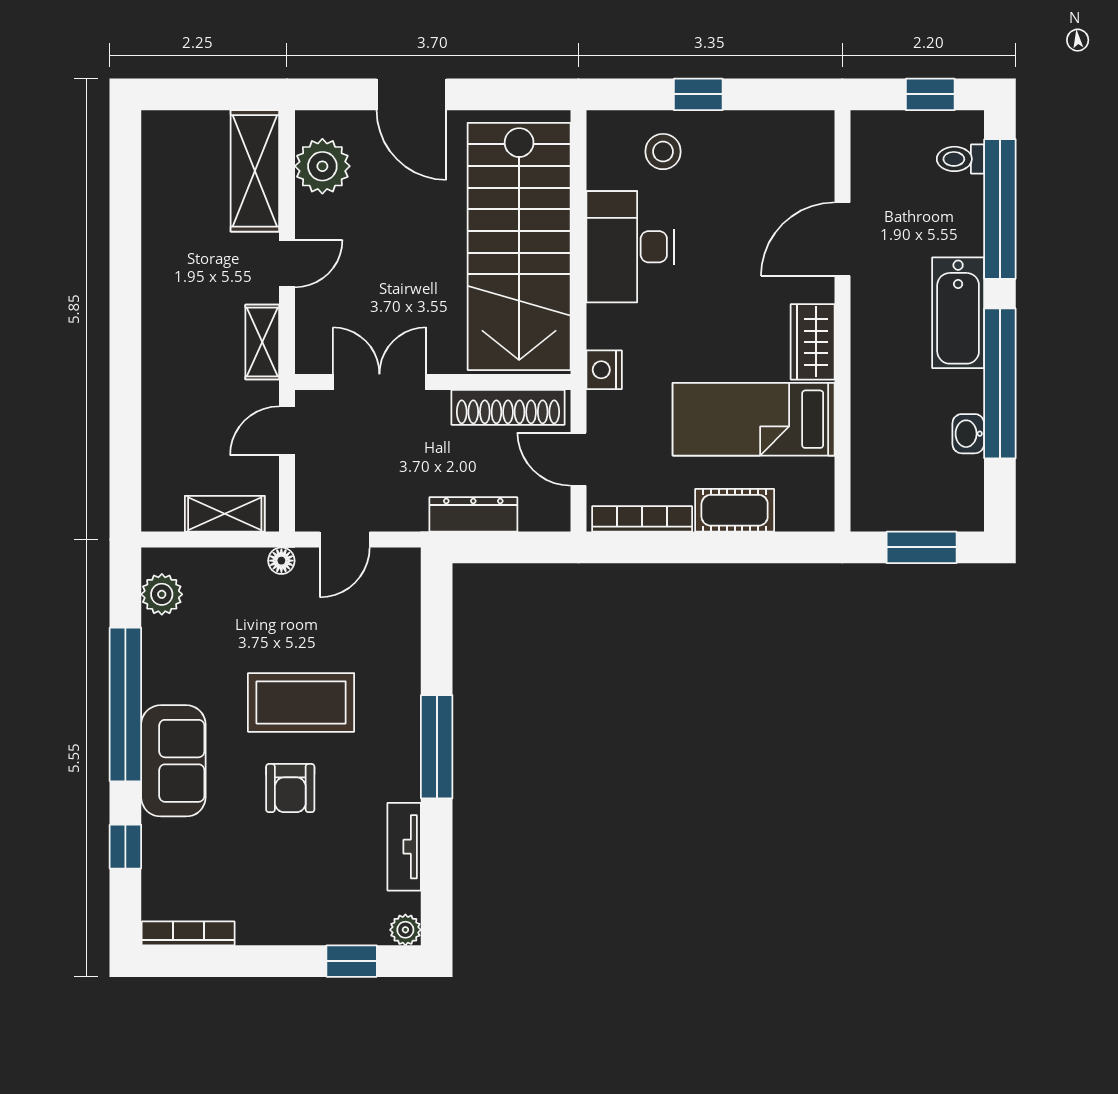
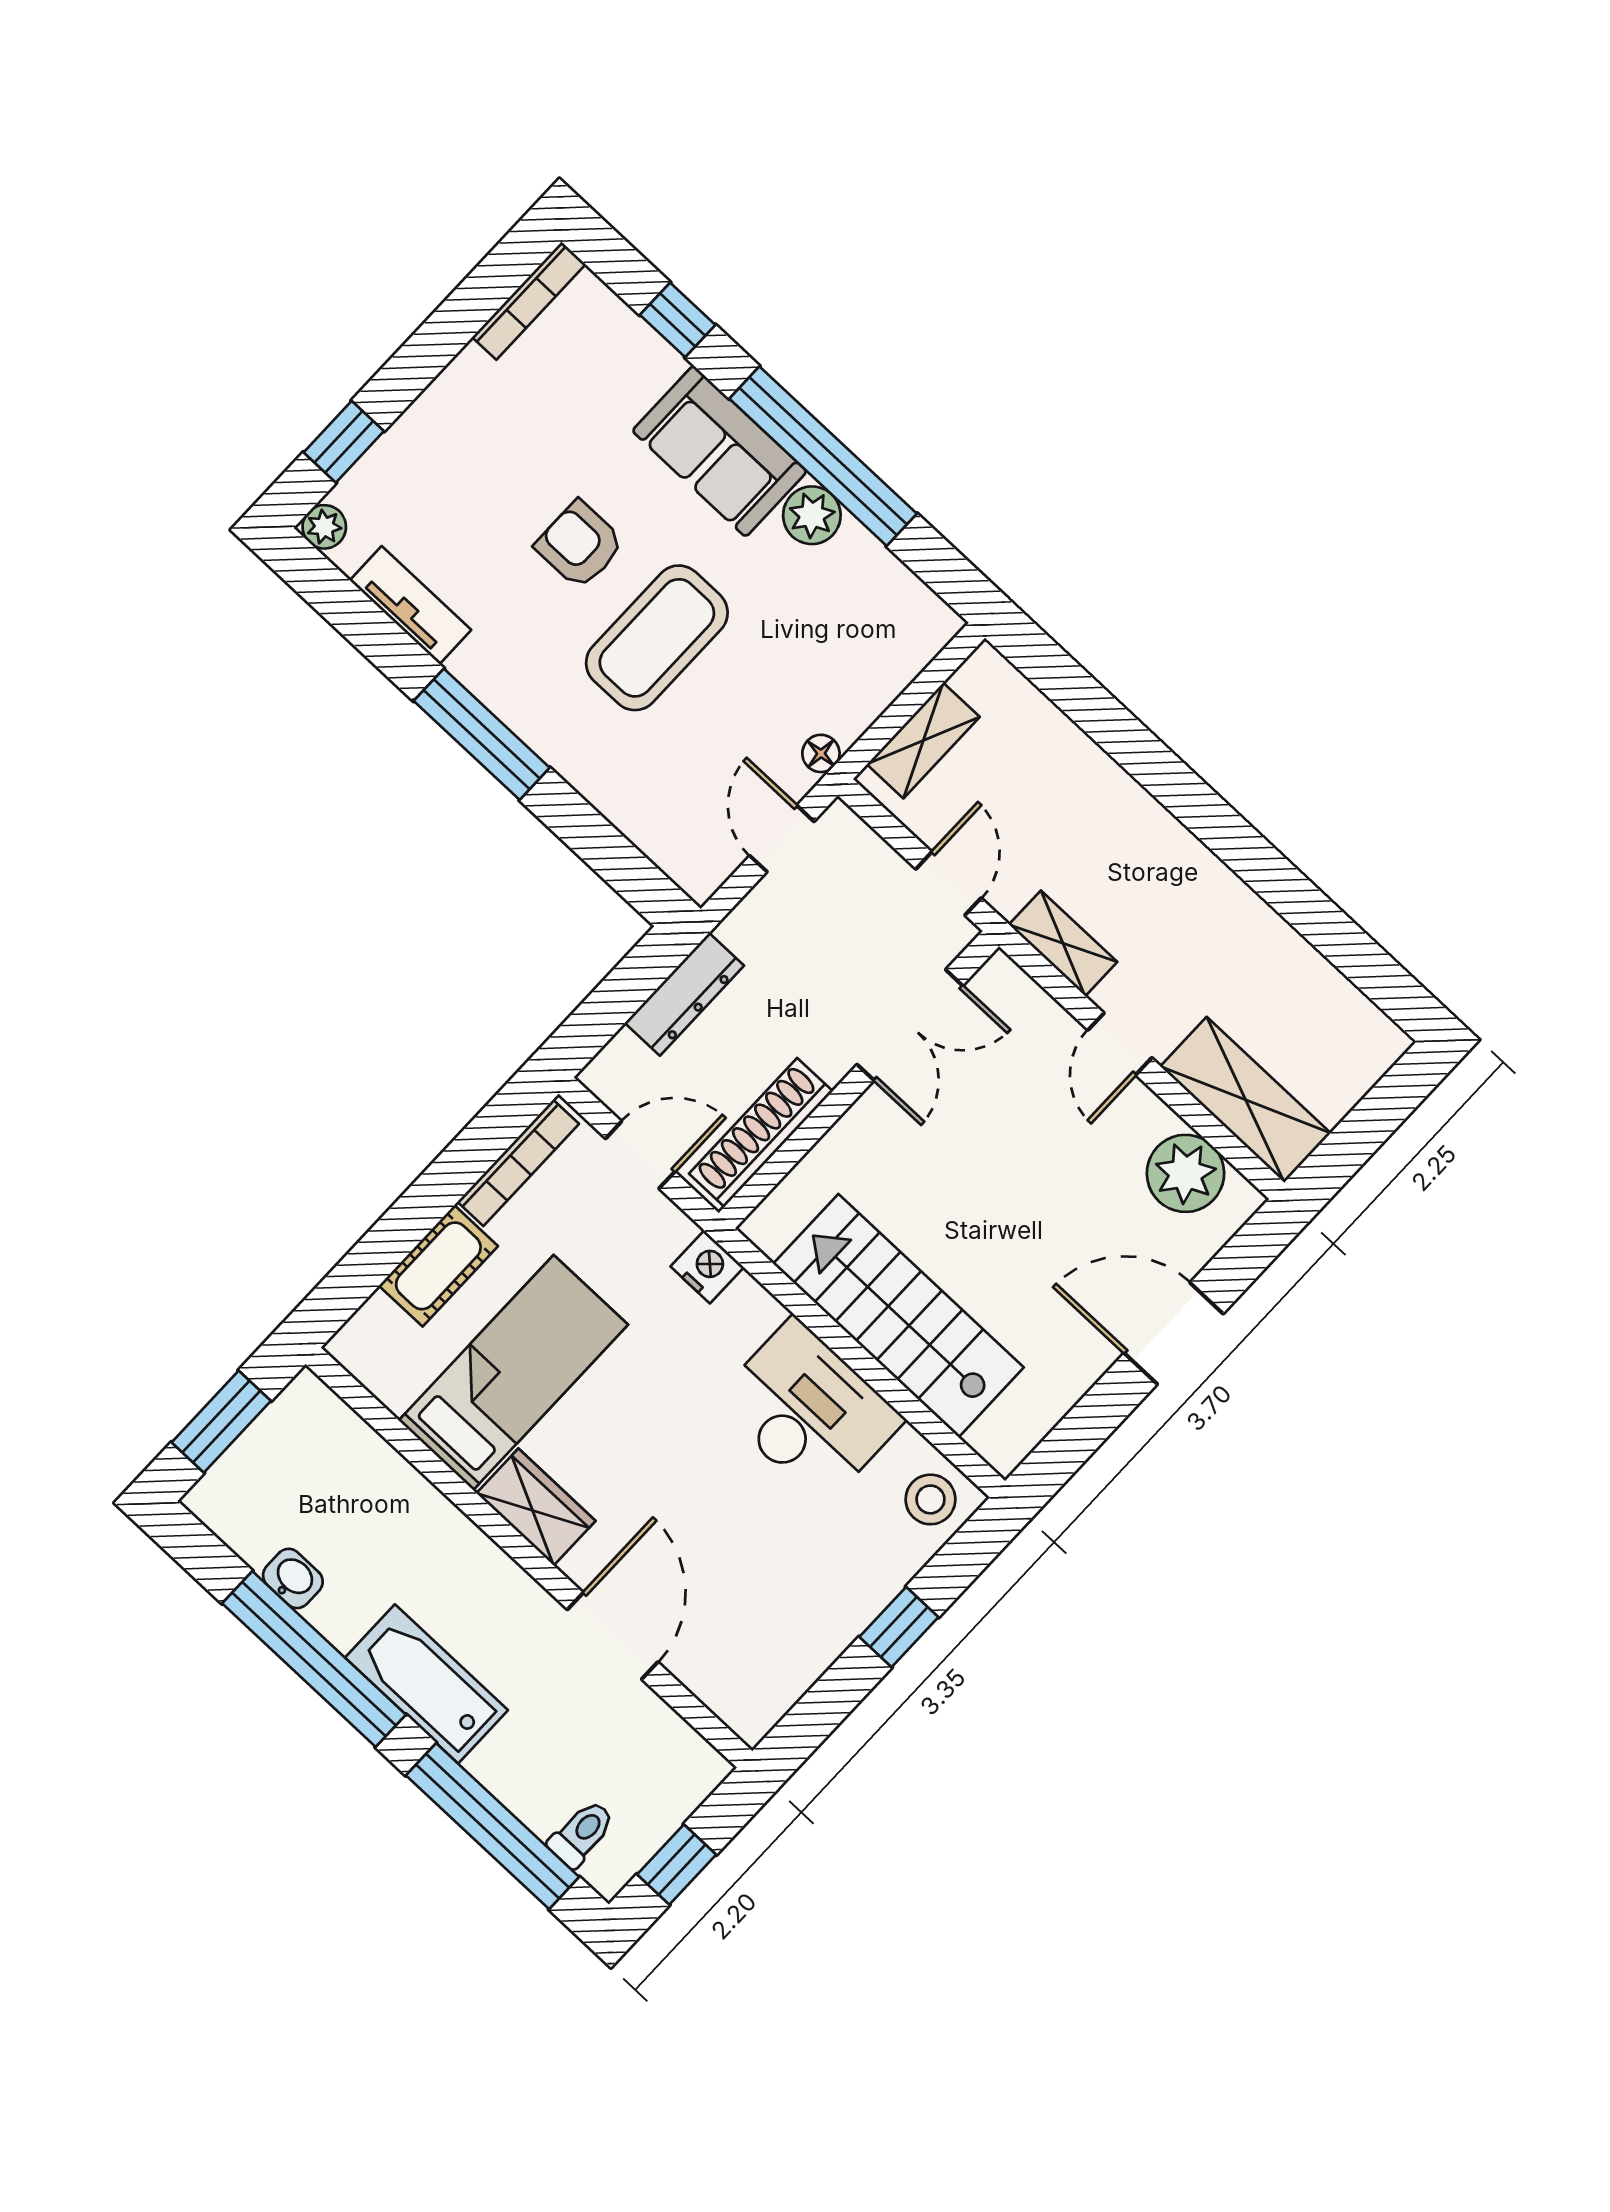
stool: (663, 152) -> (930, 1499), moved
stairs: (519, 246) -> (898, 1316), width x0.73, depth x0.66
plant: (162, 594) -> (812, 515), moved

